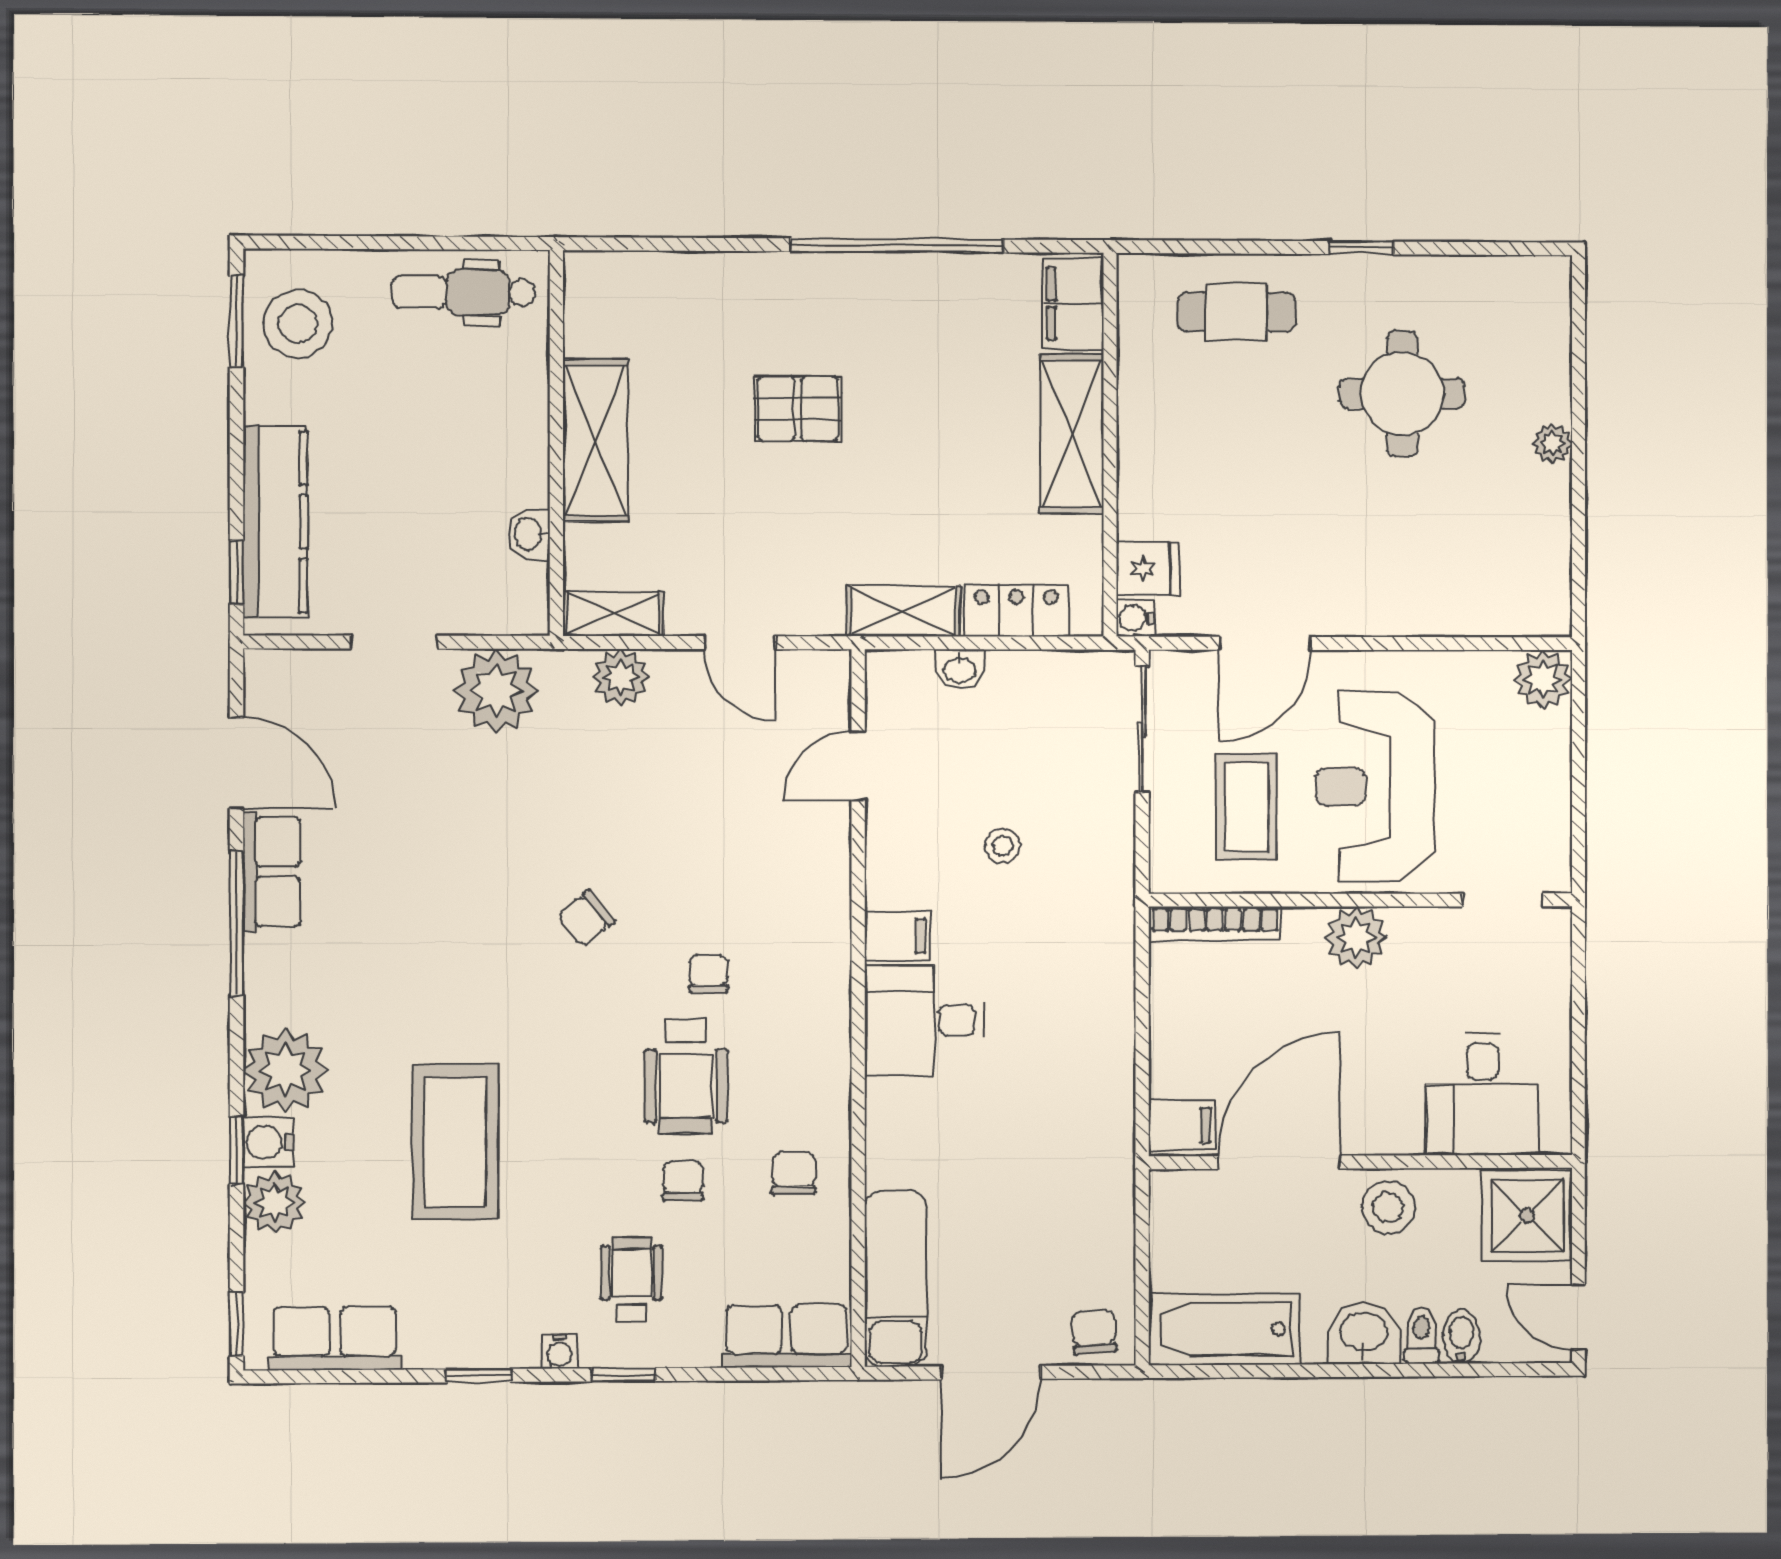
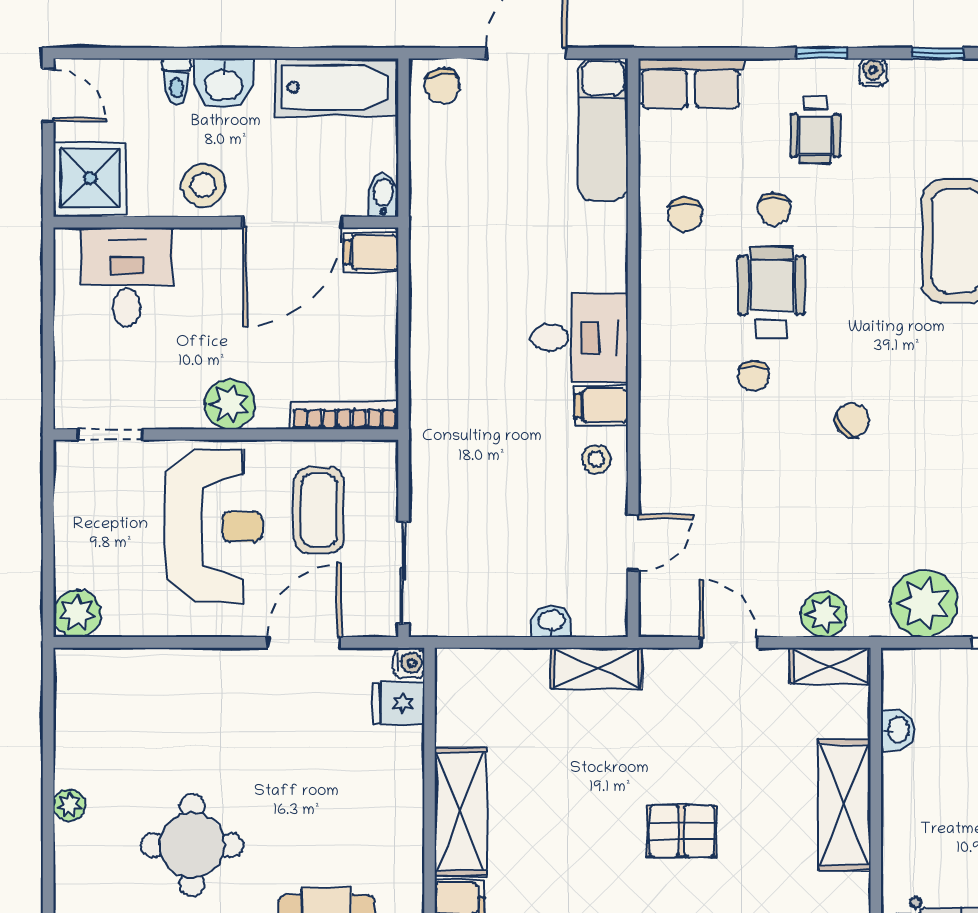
locker: (1016, 610) -> (505, 669), removed
stool: (1003, 846) -> (596, 459), moved
bidet: (1461, 1337) -> (383, 195), moved, turned 180

